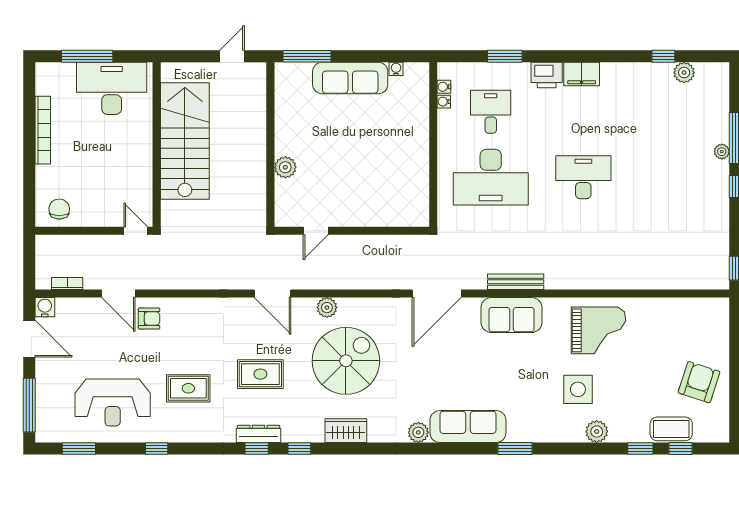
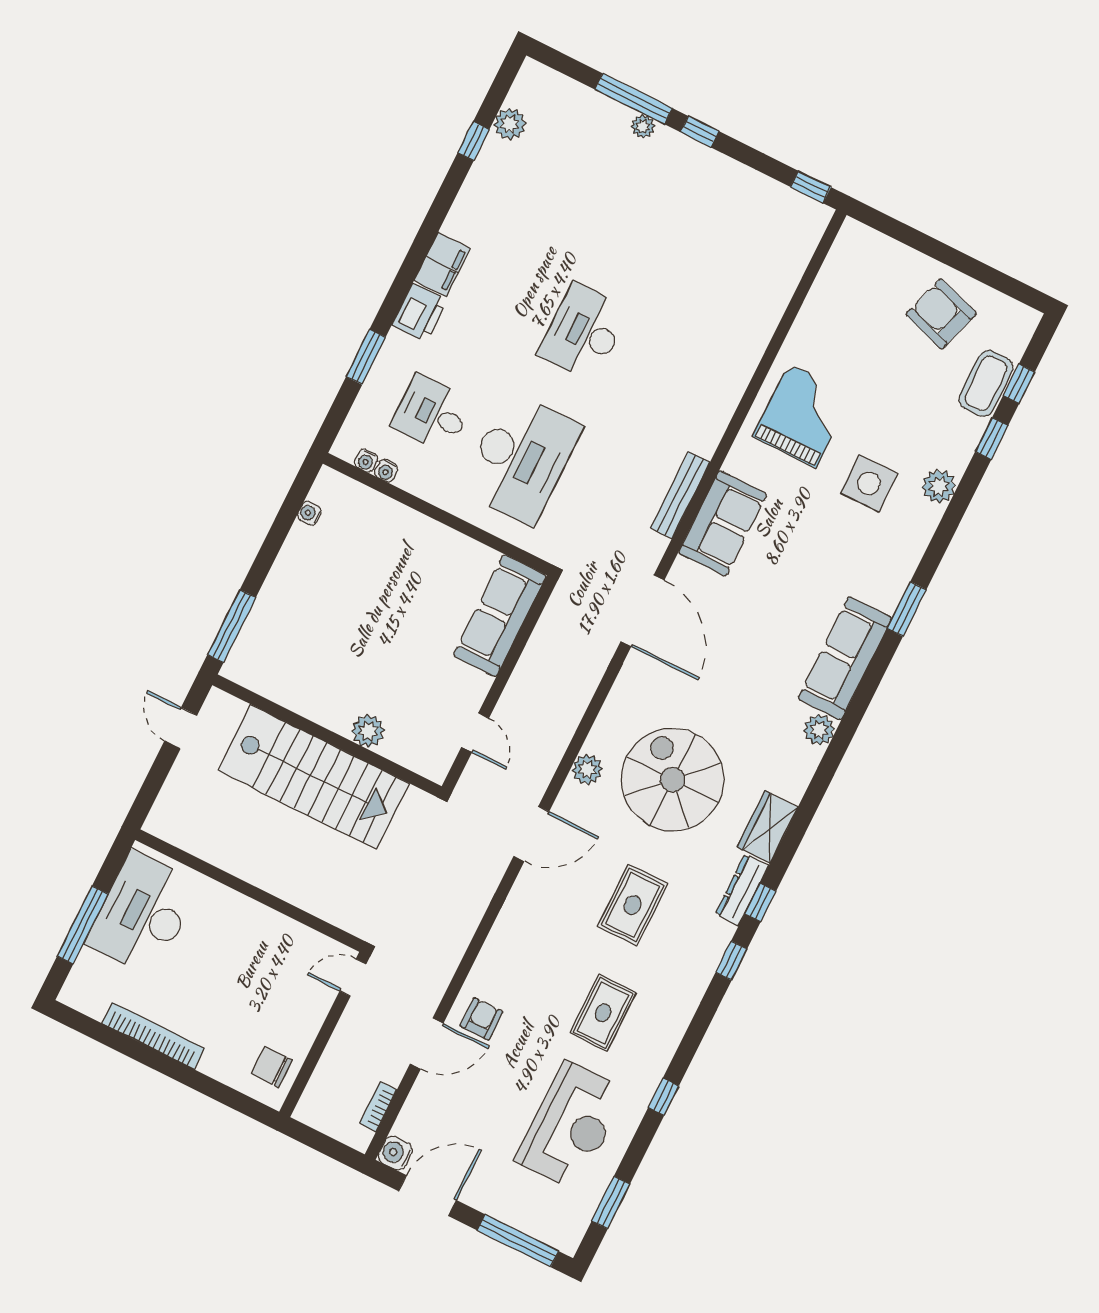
sofa: (350, 78) -> (500, 616), moved, turned 180
stairs: (185, 141) -> (314, 777), moved, turned 180
dresser: (258, 434) -> (742, 890), moved

